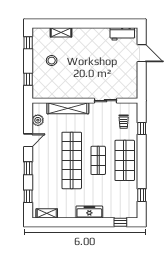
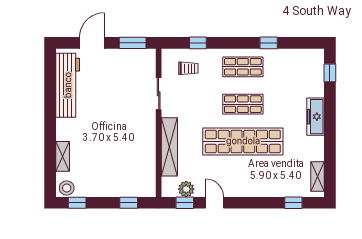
workbench: (122, 34) -> (68, 85), width x1.88, depth x1.32
stool: (52, 61) -> (67, 188), moved
window: (142, 82) -> (133, 43), added
shop shelf: (125, 160) -> (243, 67), width x0.70, depth x0.74
window: (28, 168) -> (185, 203), moved
window: (142, 195) -> (269, 43), moved

